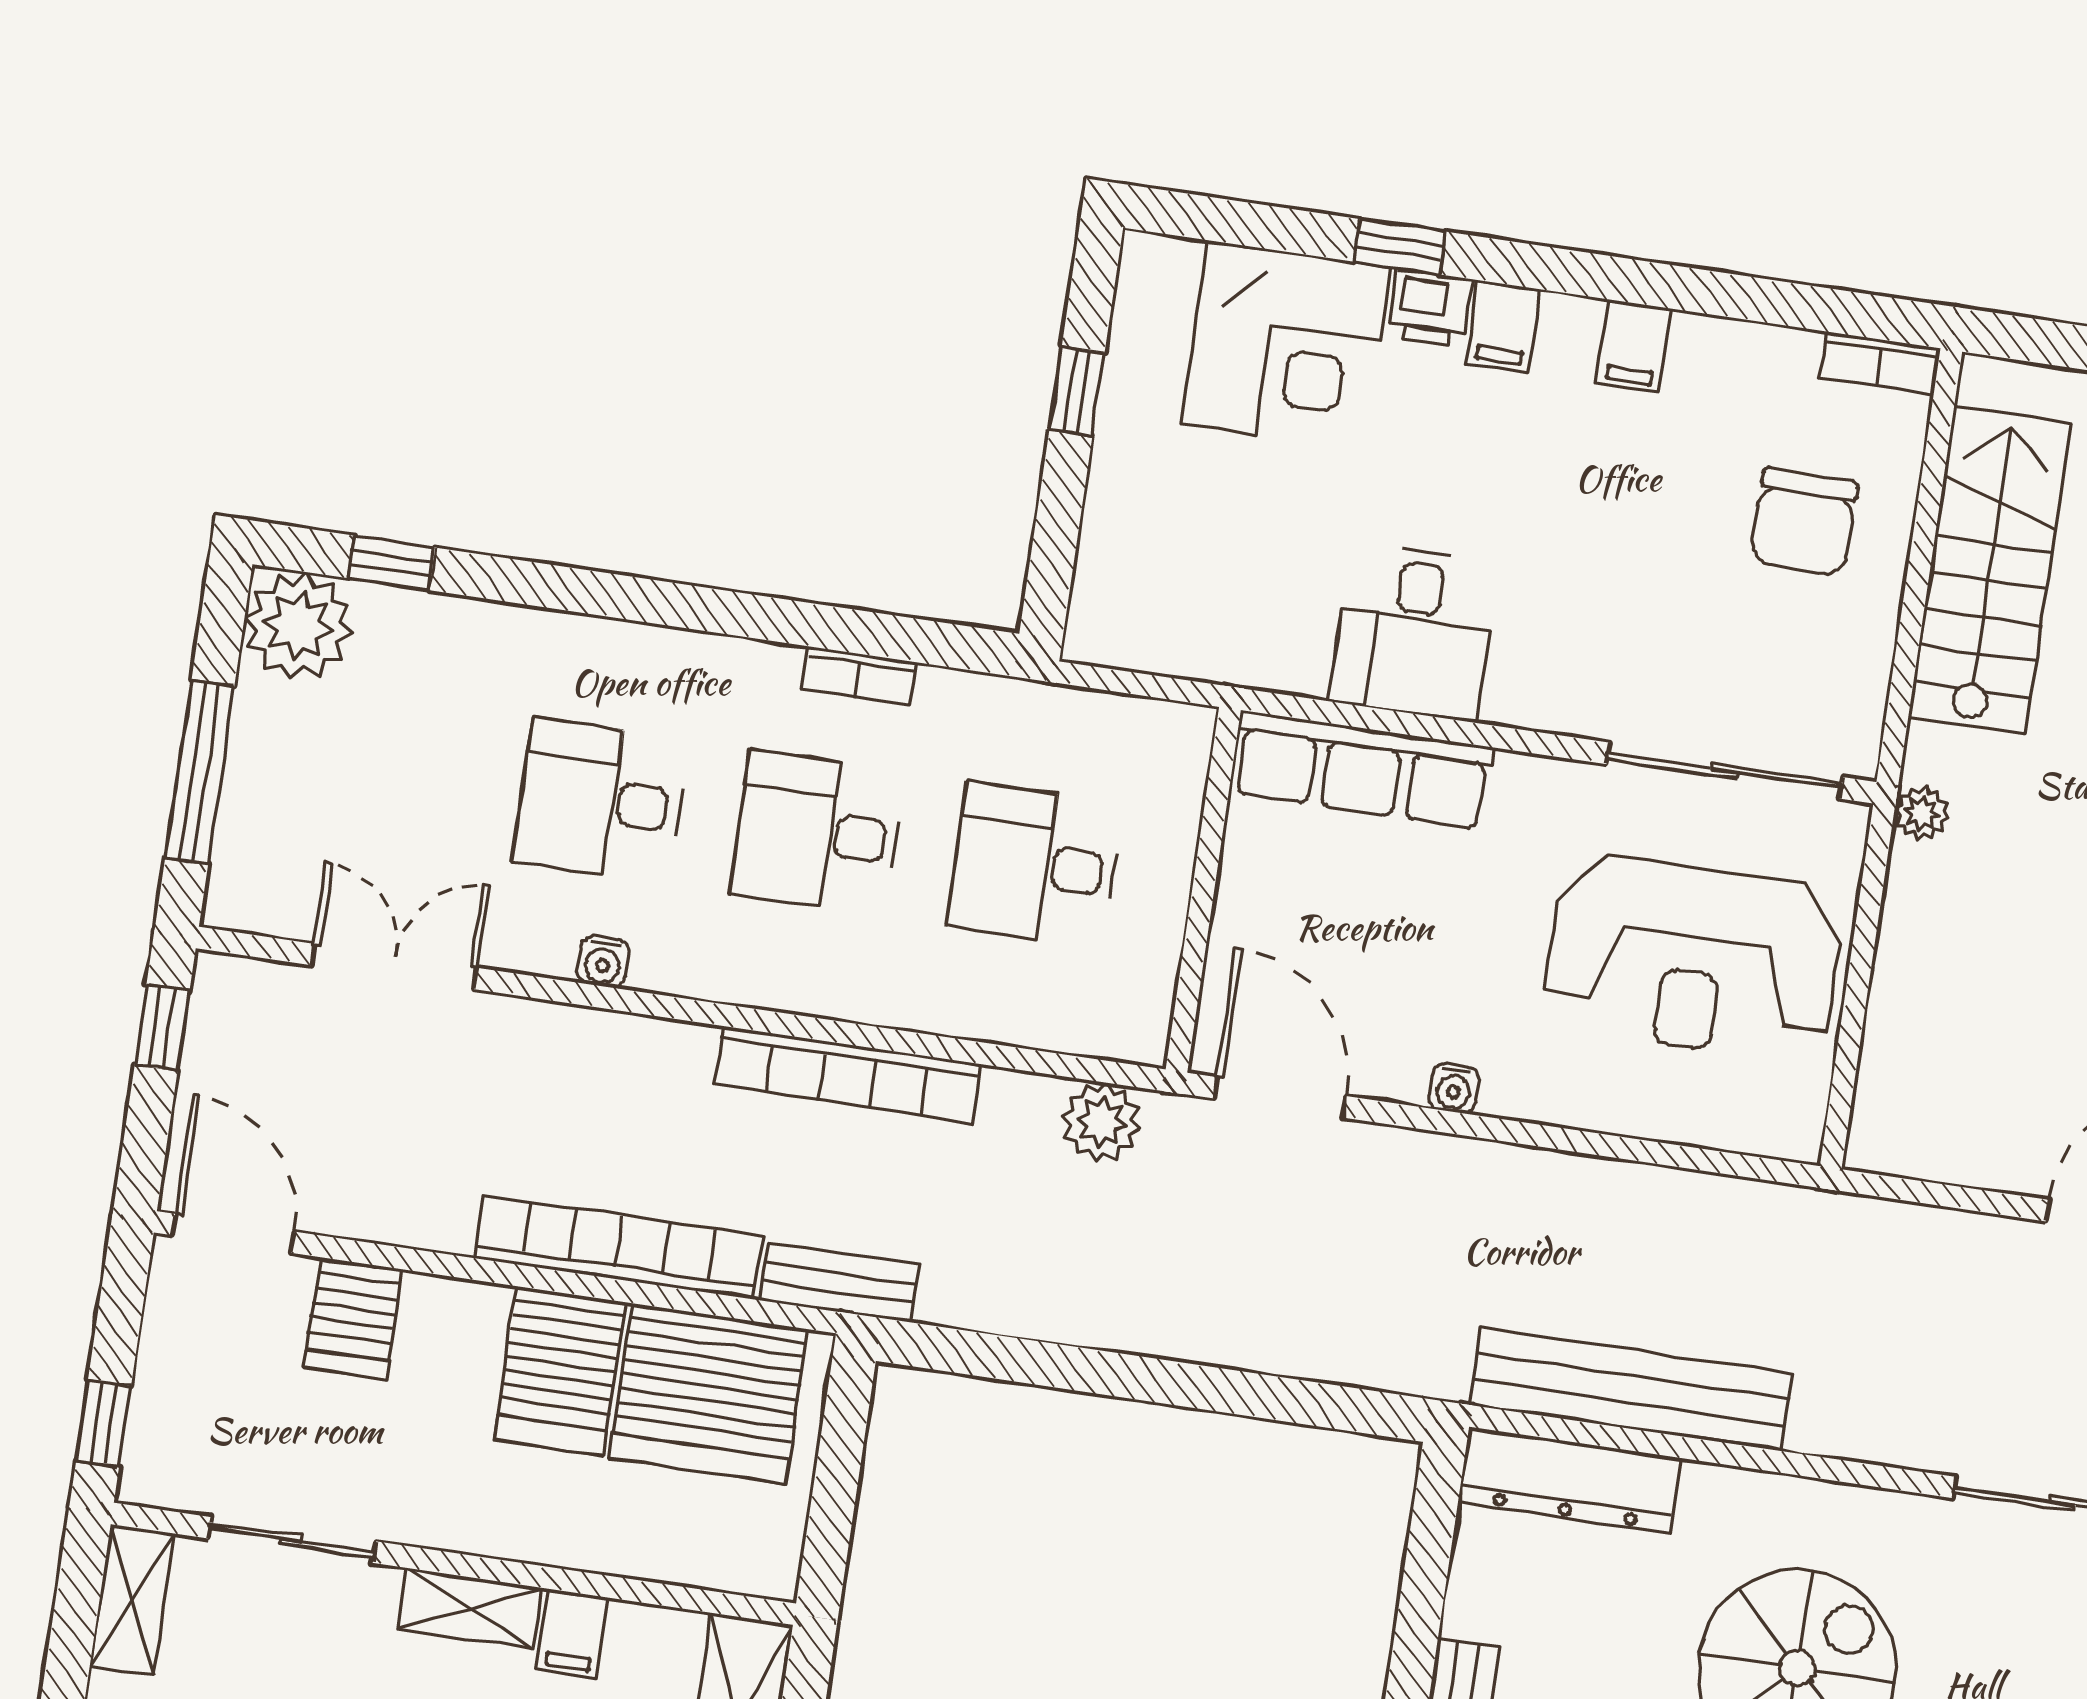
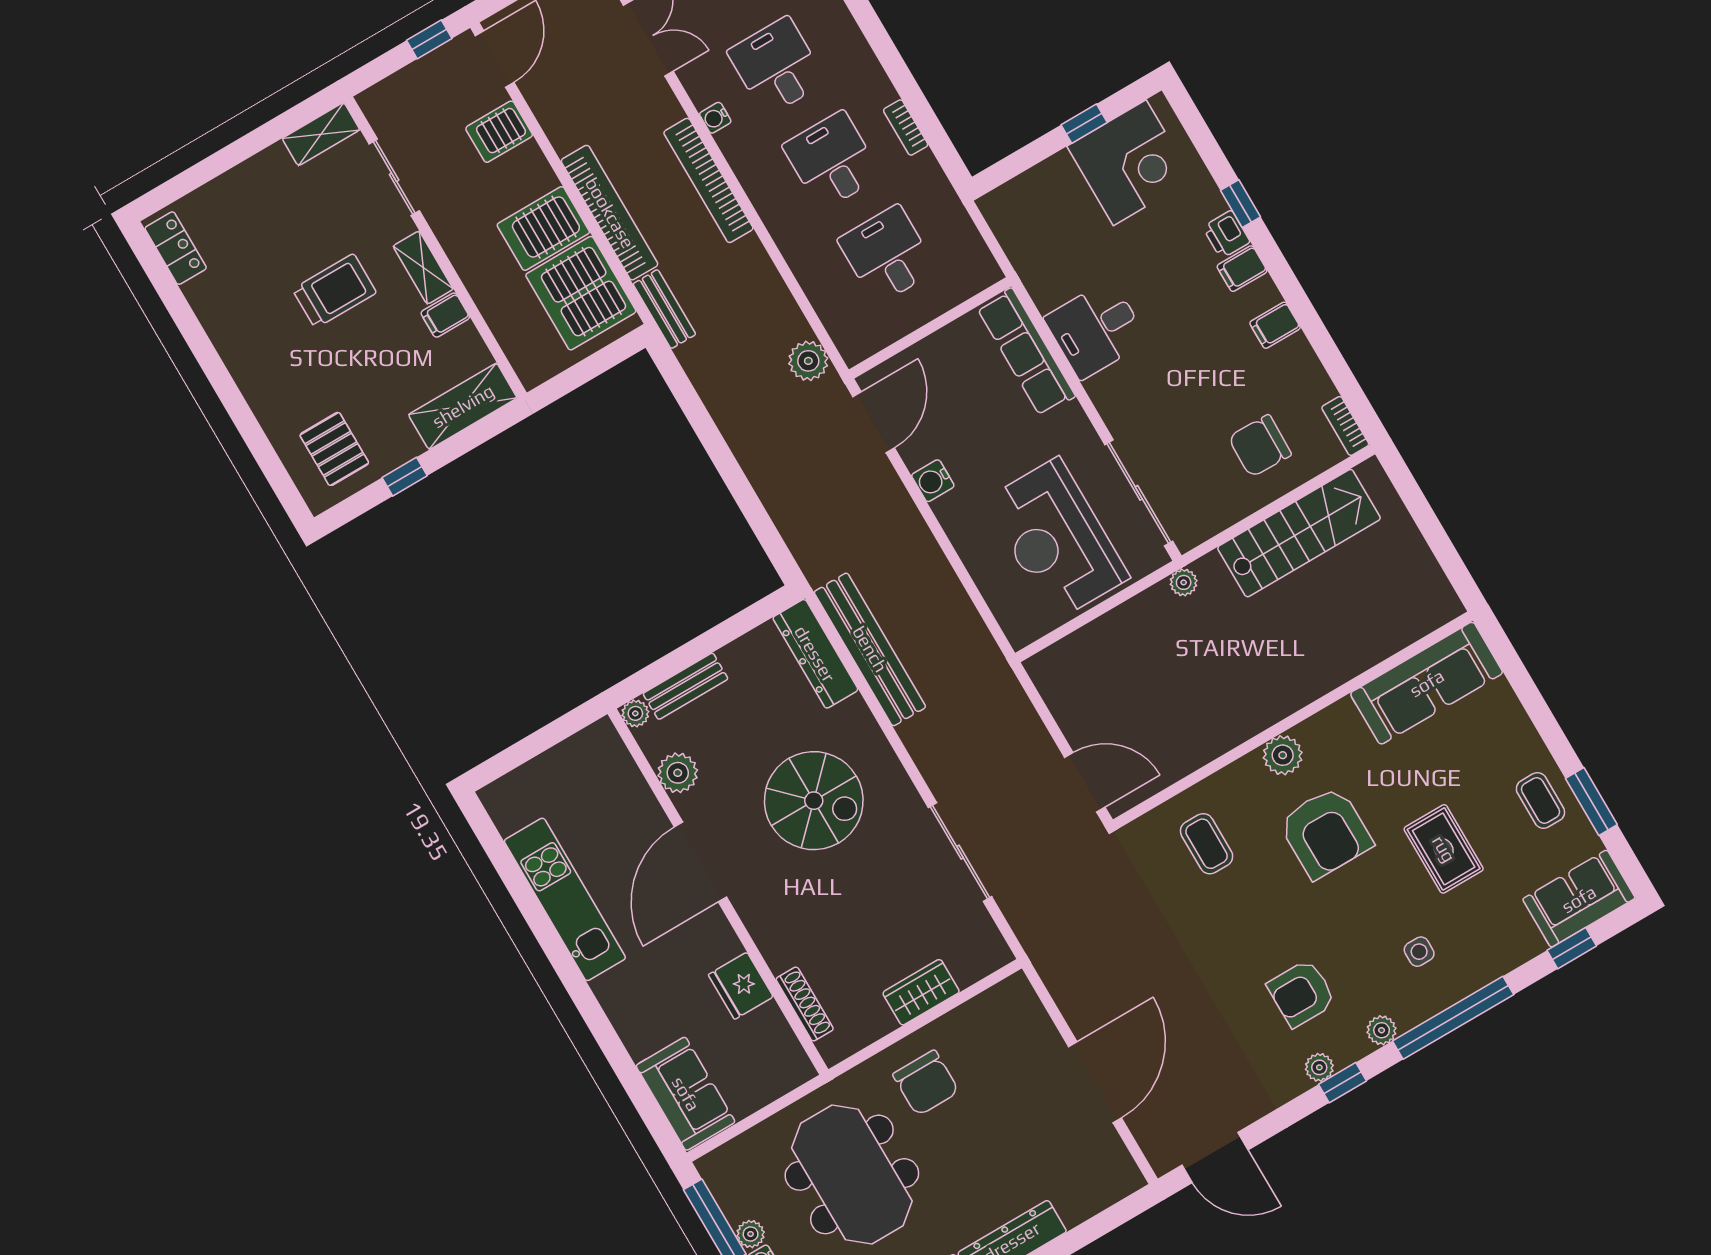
corner desk: (1286, 346) -> (1130, 163), moved, turned -90
bookcase: (848, 1074) -> (708, 180), moved
water cooler: (1454, 1088) -> (933, 481), width x1.38, depth x1.38
window: (104, 1423) -> (429, 39), moved

